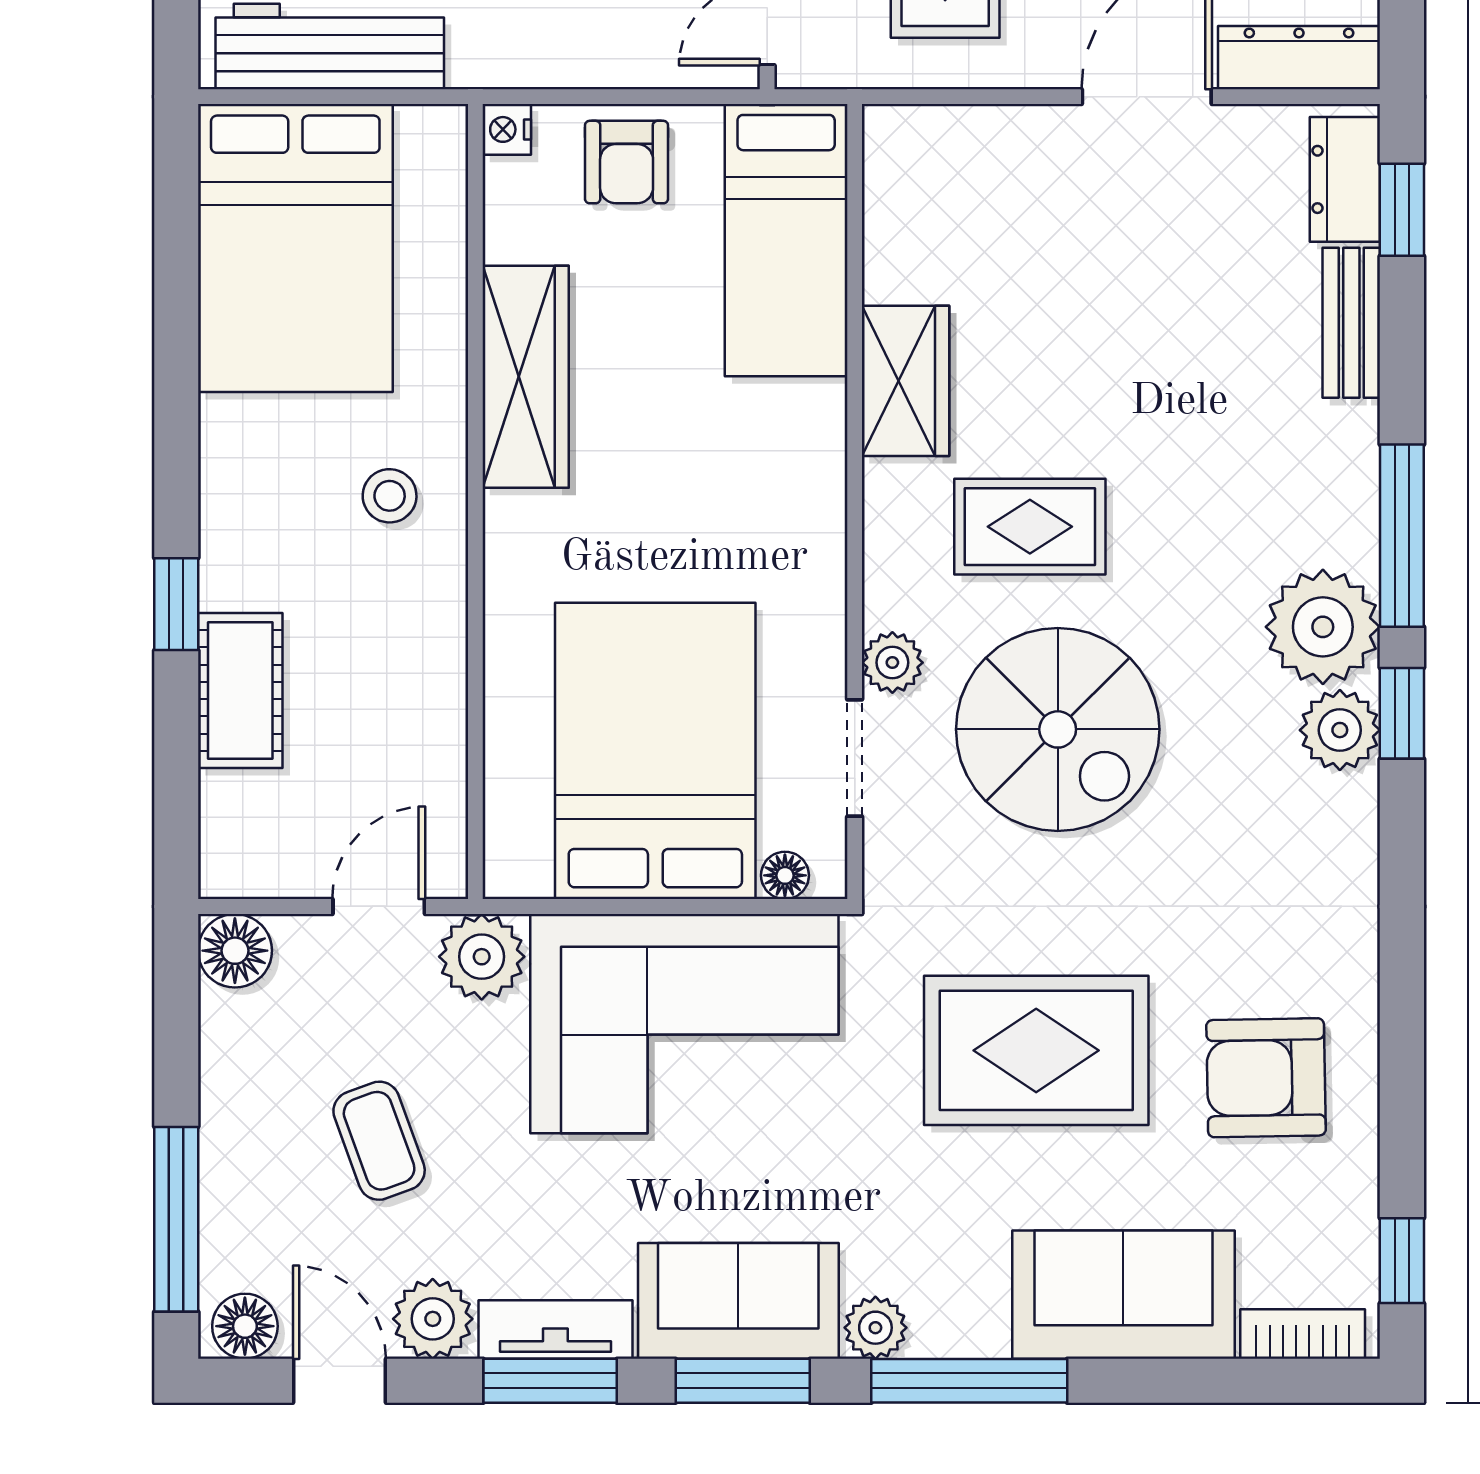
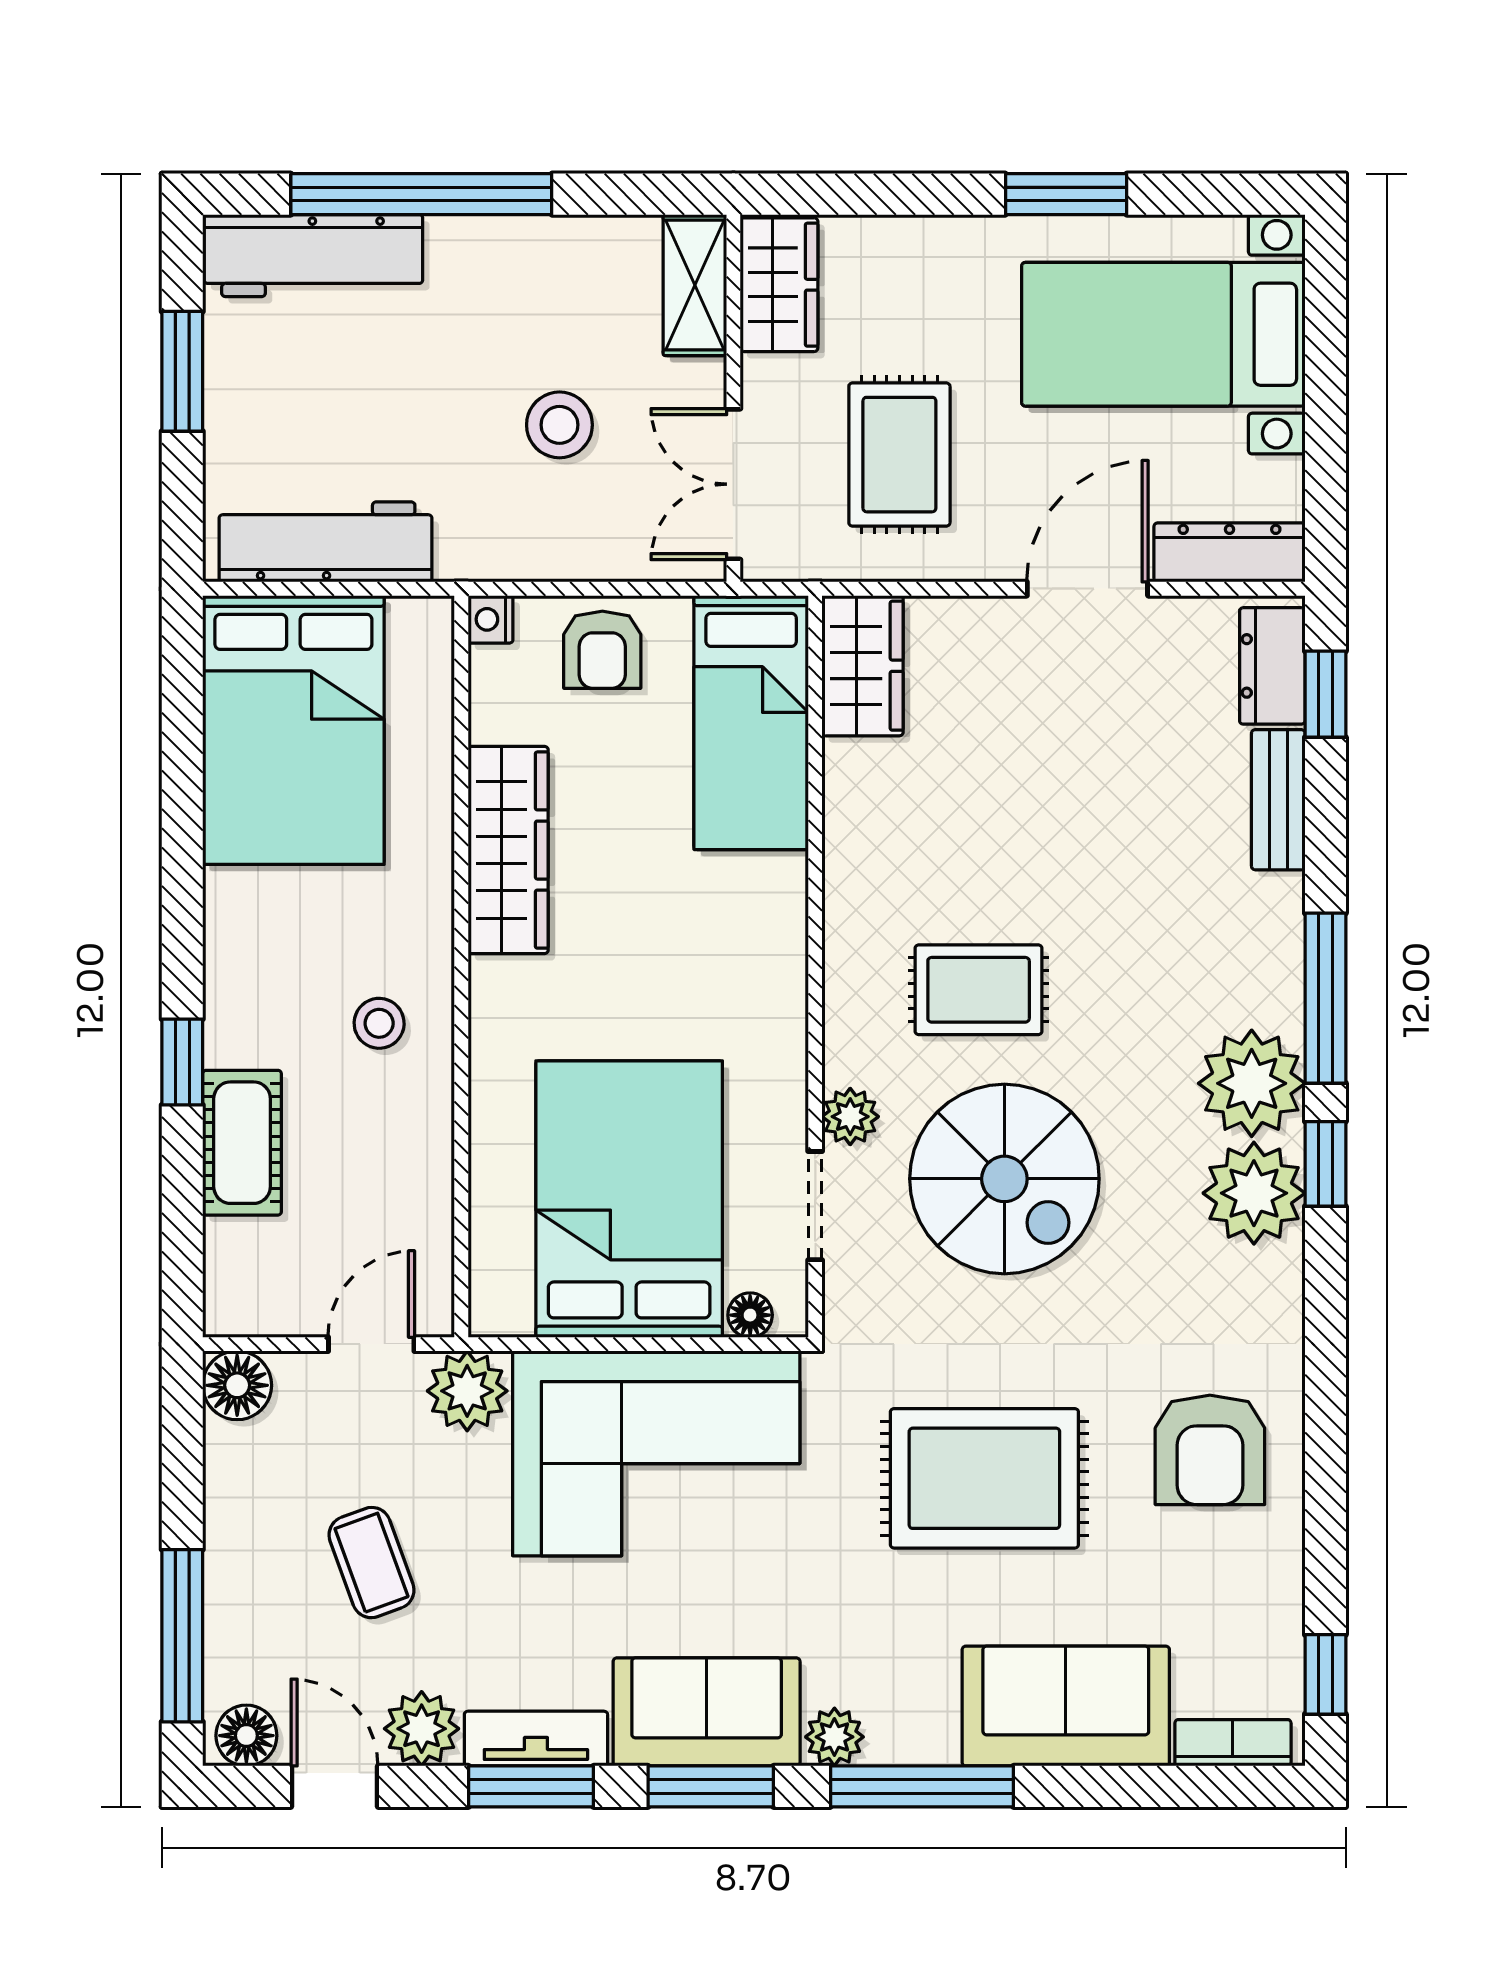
wardrobe: (906, 381) -> (863, 666), moved
stool: (390, 496) -> (379, 1023), moved
plant: (1340, 730) -> (1254, 1193), width x1.36, depth x1.36
armchair: (1266, 1078) -> (1210, 1450), moved, turned -89

